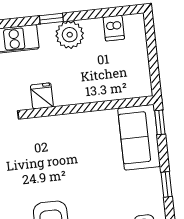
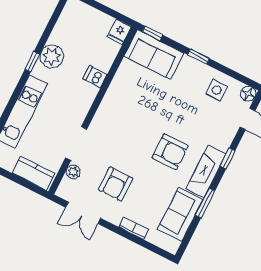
dishwasher: (114, 28) -> (95, 77), moved, turned 180
fridge: (42, 96) -> (119, 32), moved, turned -90

